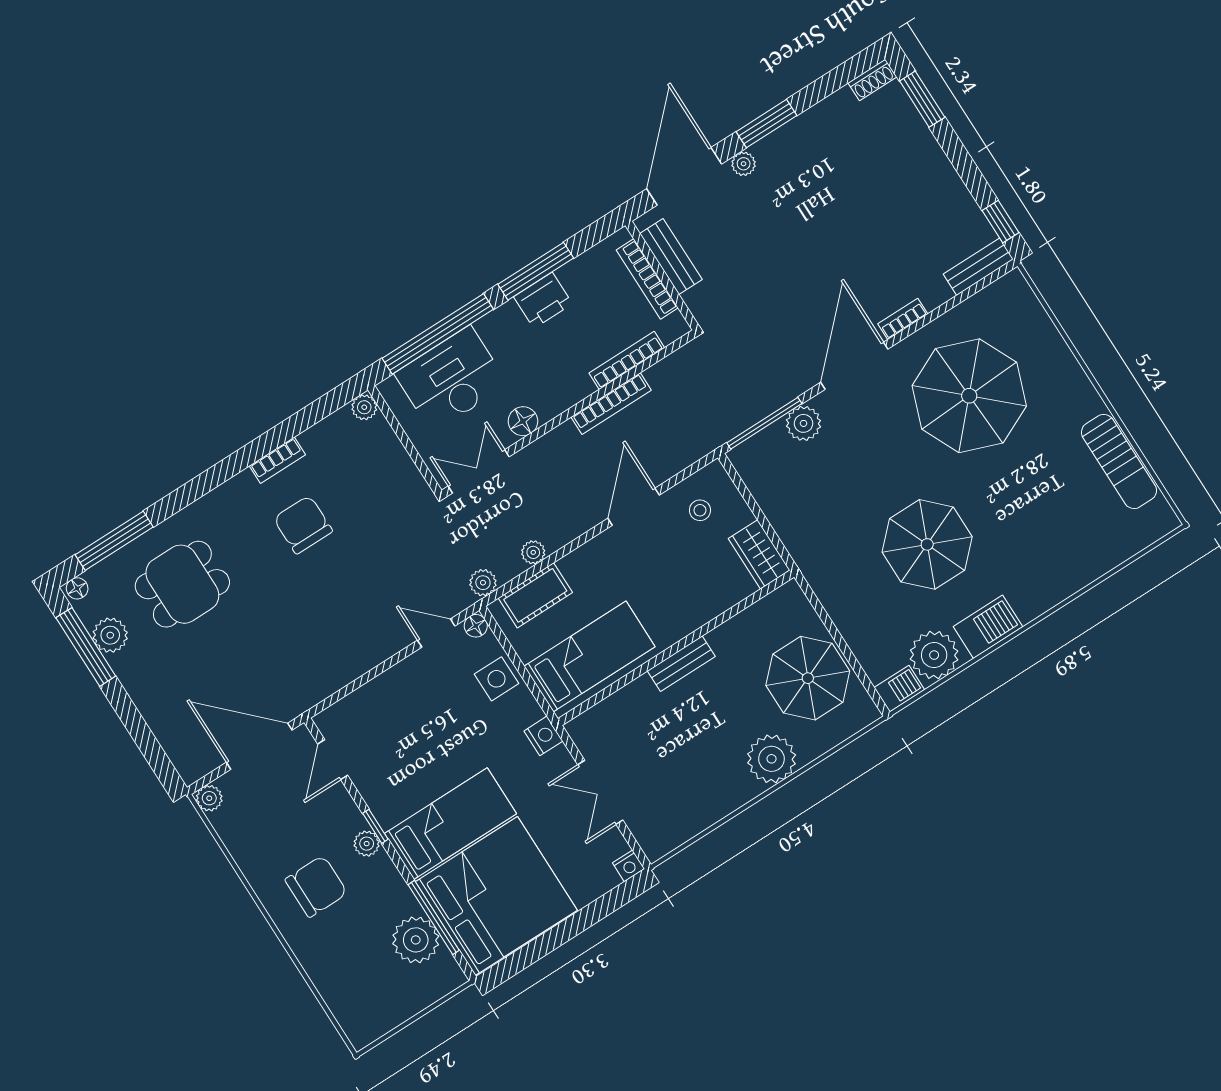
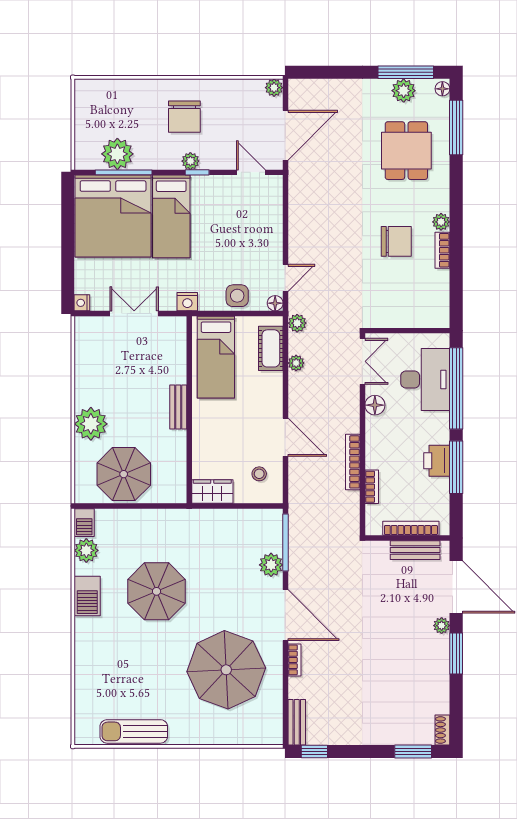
bookcase: (627, 360) -> (372, 487), width x0.64
plant: (364, 407) -> (441, 222), moved
plant: (934, 655) -> (86, 550), width x0.73, depth x0.73

